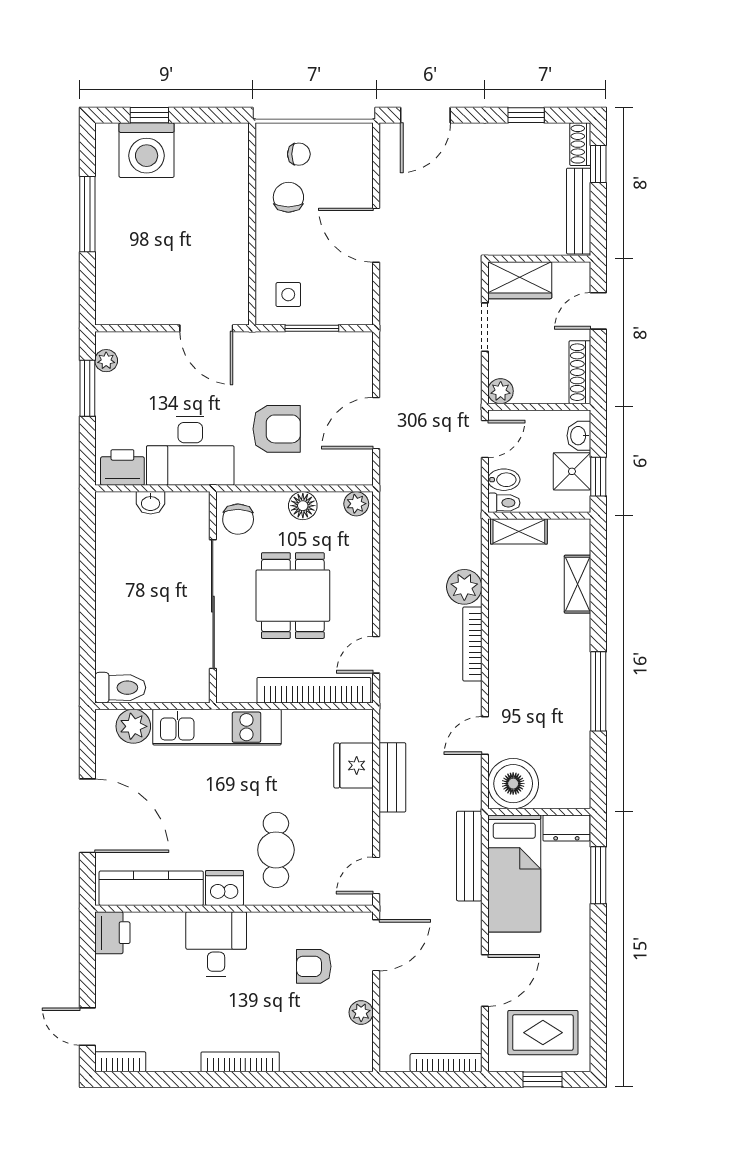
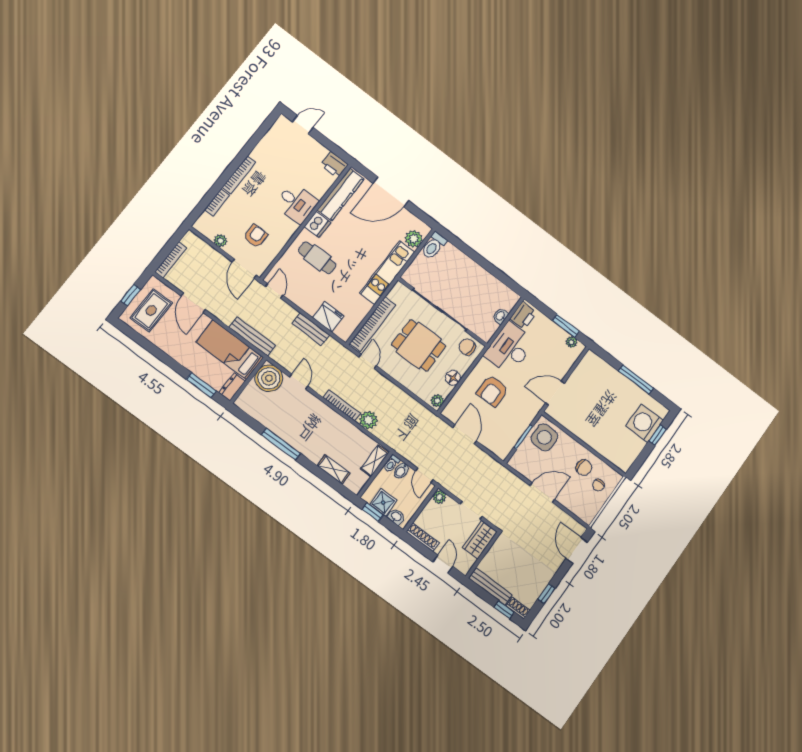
side table: (288, 295) -> (544, 437), width x1.87, depth x1.87
bookcase: (120, 1062) -> (217, 202), moved

